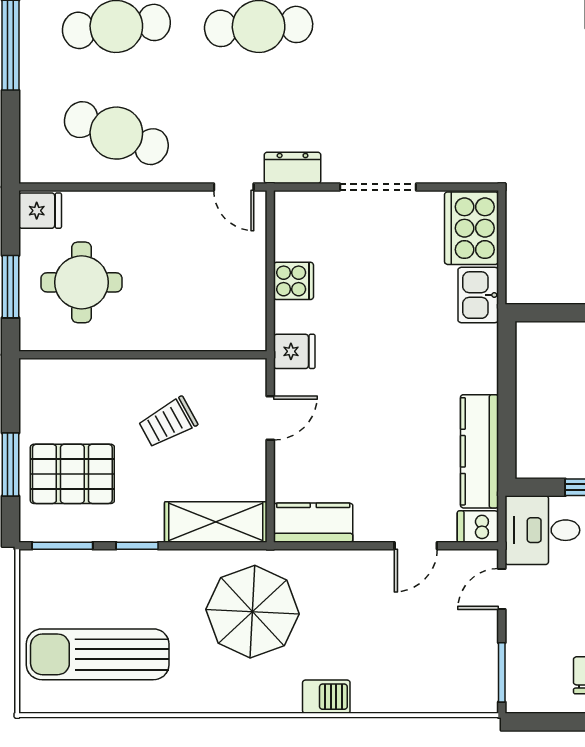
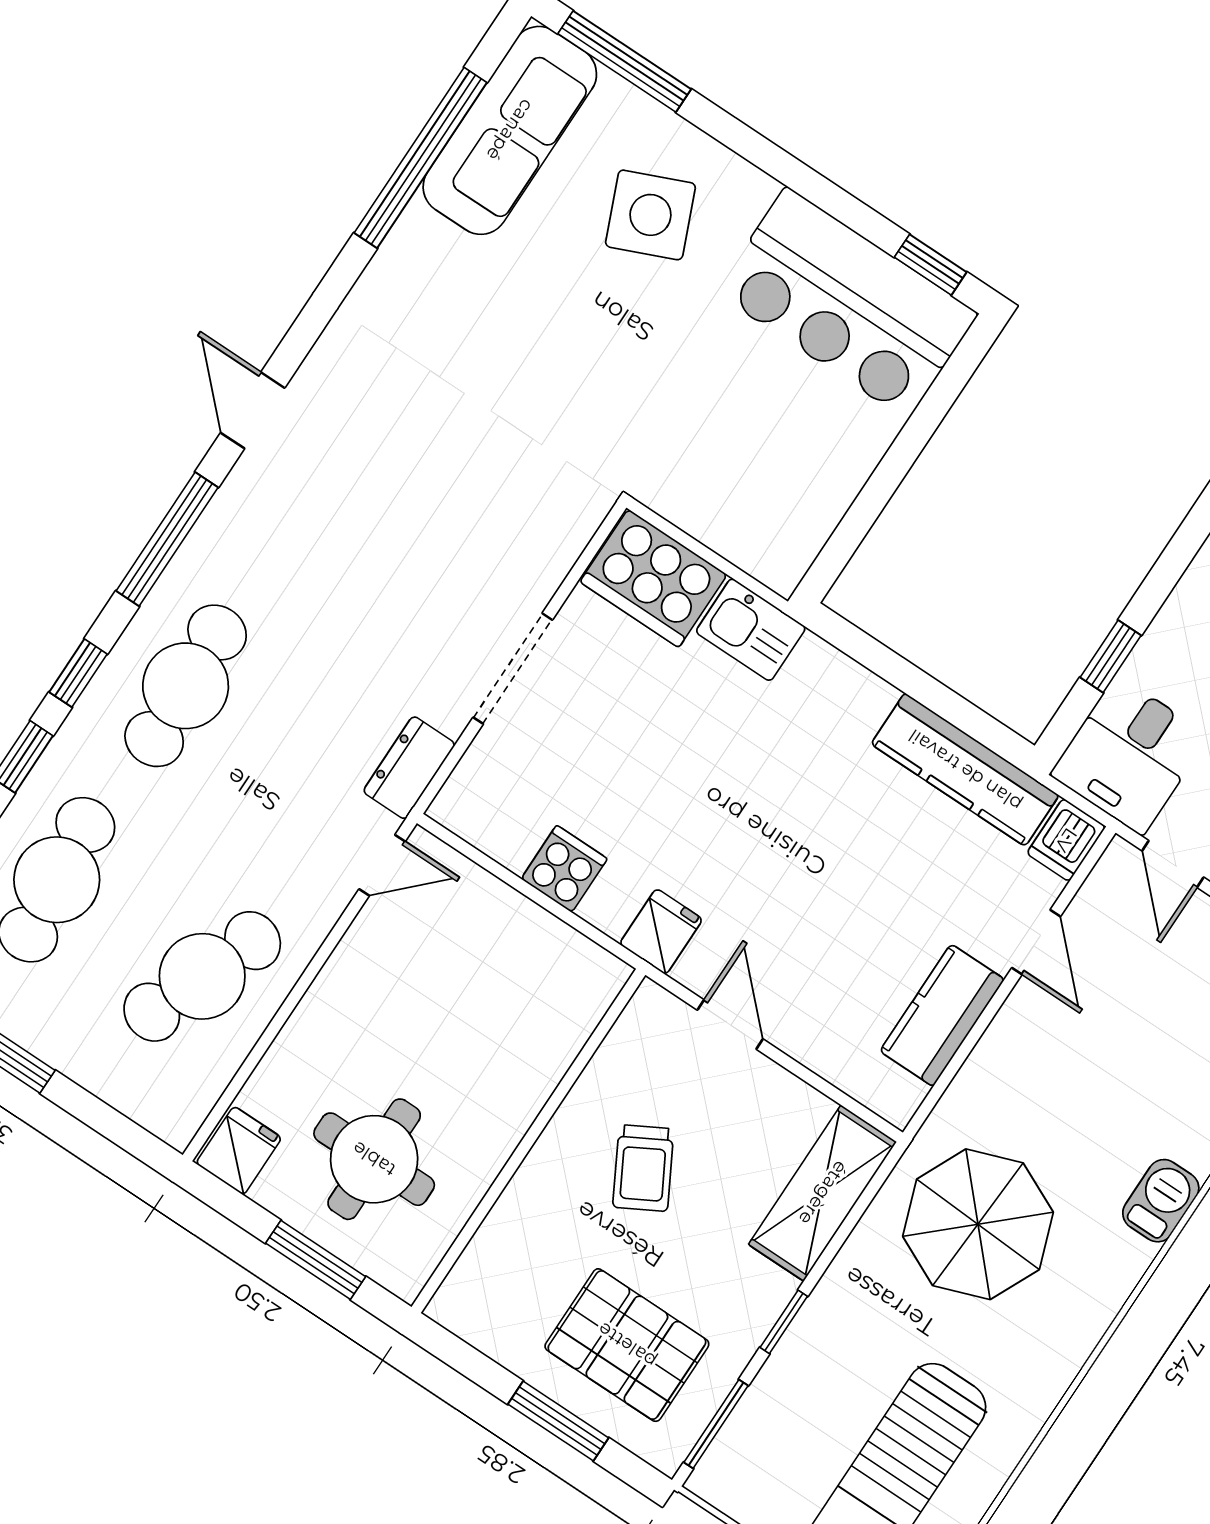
pallet: (72, 474) -> (627, 1345), turned 90
kitchen counter: (313, 523) -> (942, 1015), moved

